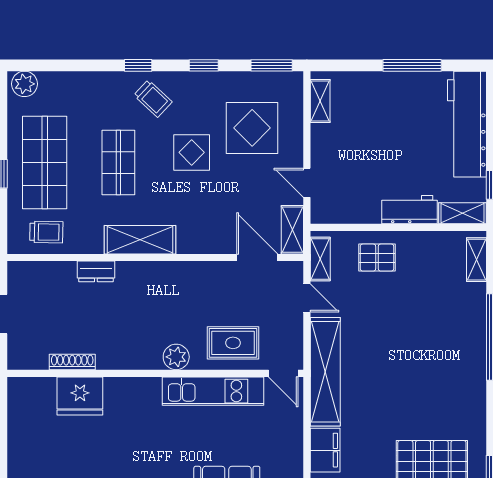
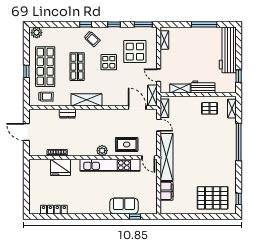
shelving: (462, 213) -> (180, 88), moved
pallet: (377, 258) -> (210, 108), moved
kitchen unit: (213, 391) -> (110, 165), width x1.36

